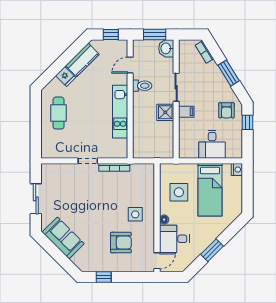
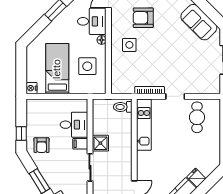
toilet: (142, 86) -> (123, 107), moved
armchair: (226, 110) -> (42, 145), turned 180
kitchen unit: (120, 112) -> (144, 125), moved
cafe table: (59, 113) -> (197, 117), moved
desk: (212, 144) -> (74, 125), moved, turned 90

